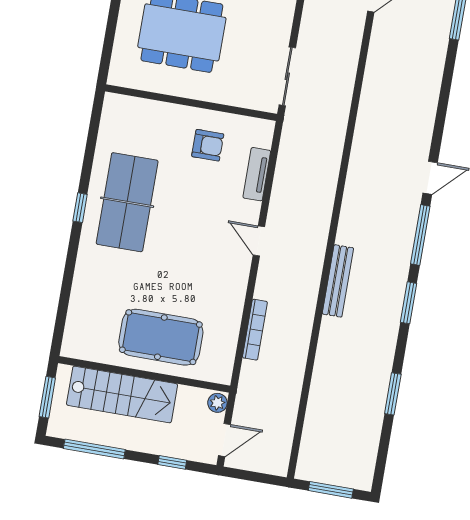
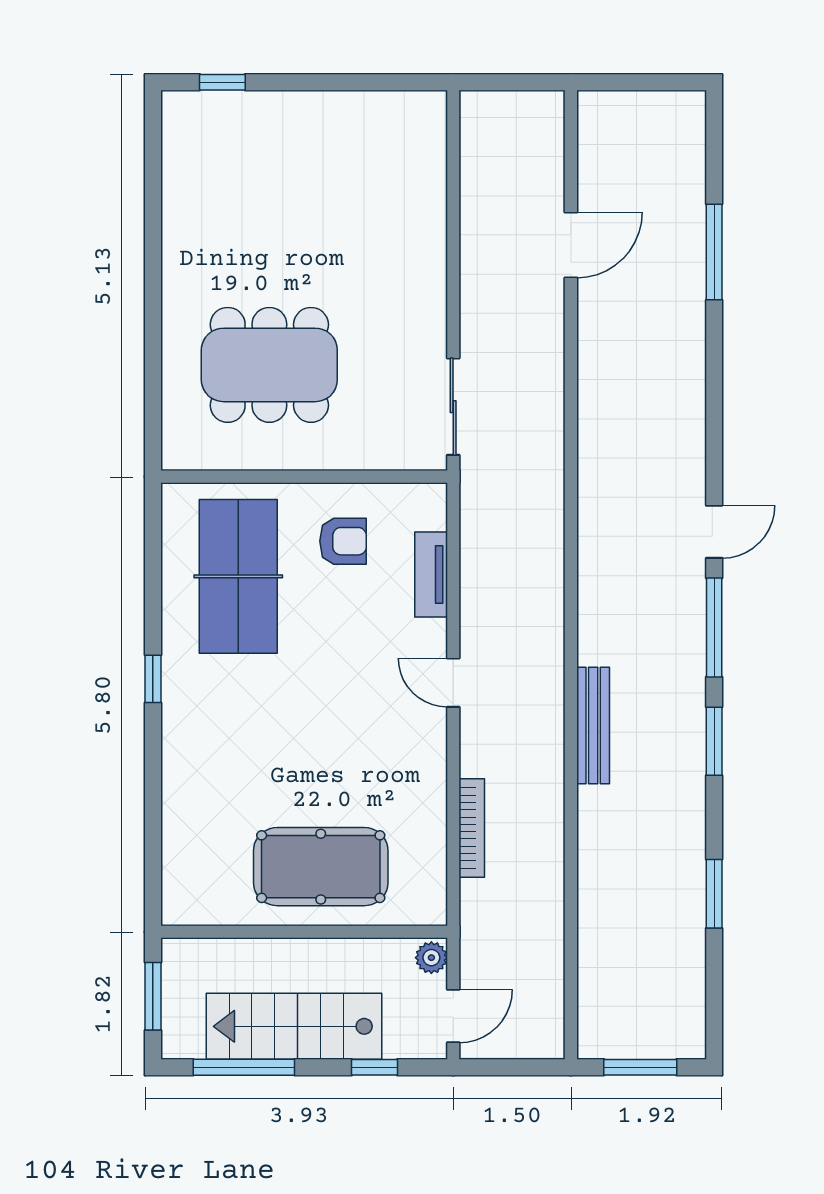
table tennis table: (127, 202) -> (238, 576), moved
stairs: (122, 394) -> (294, 1026), moved, turned 180

